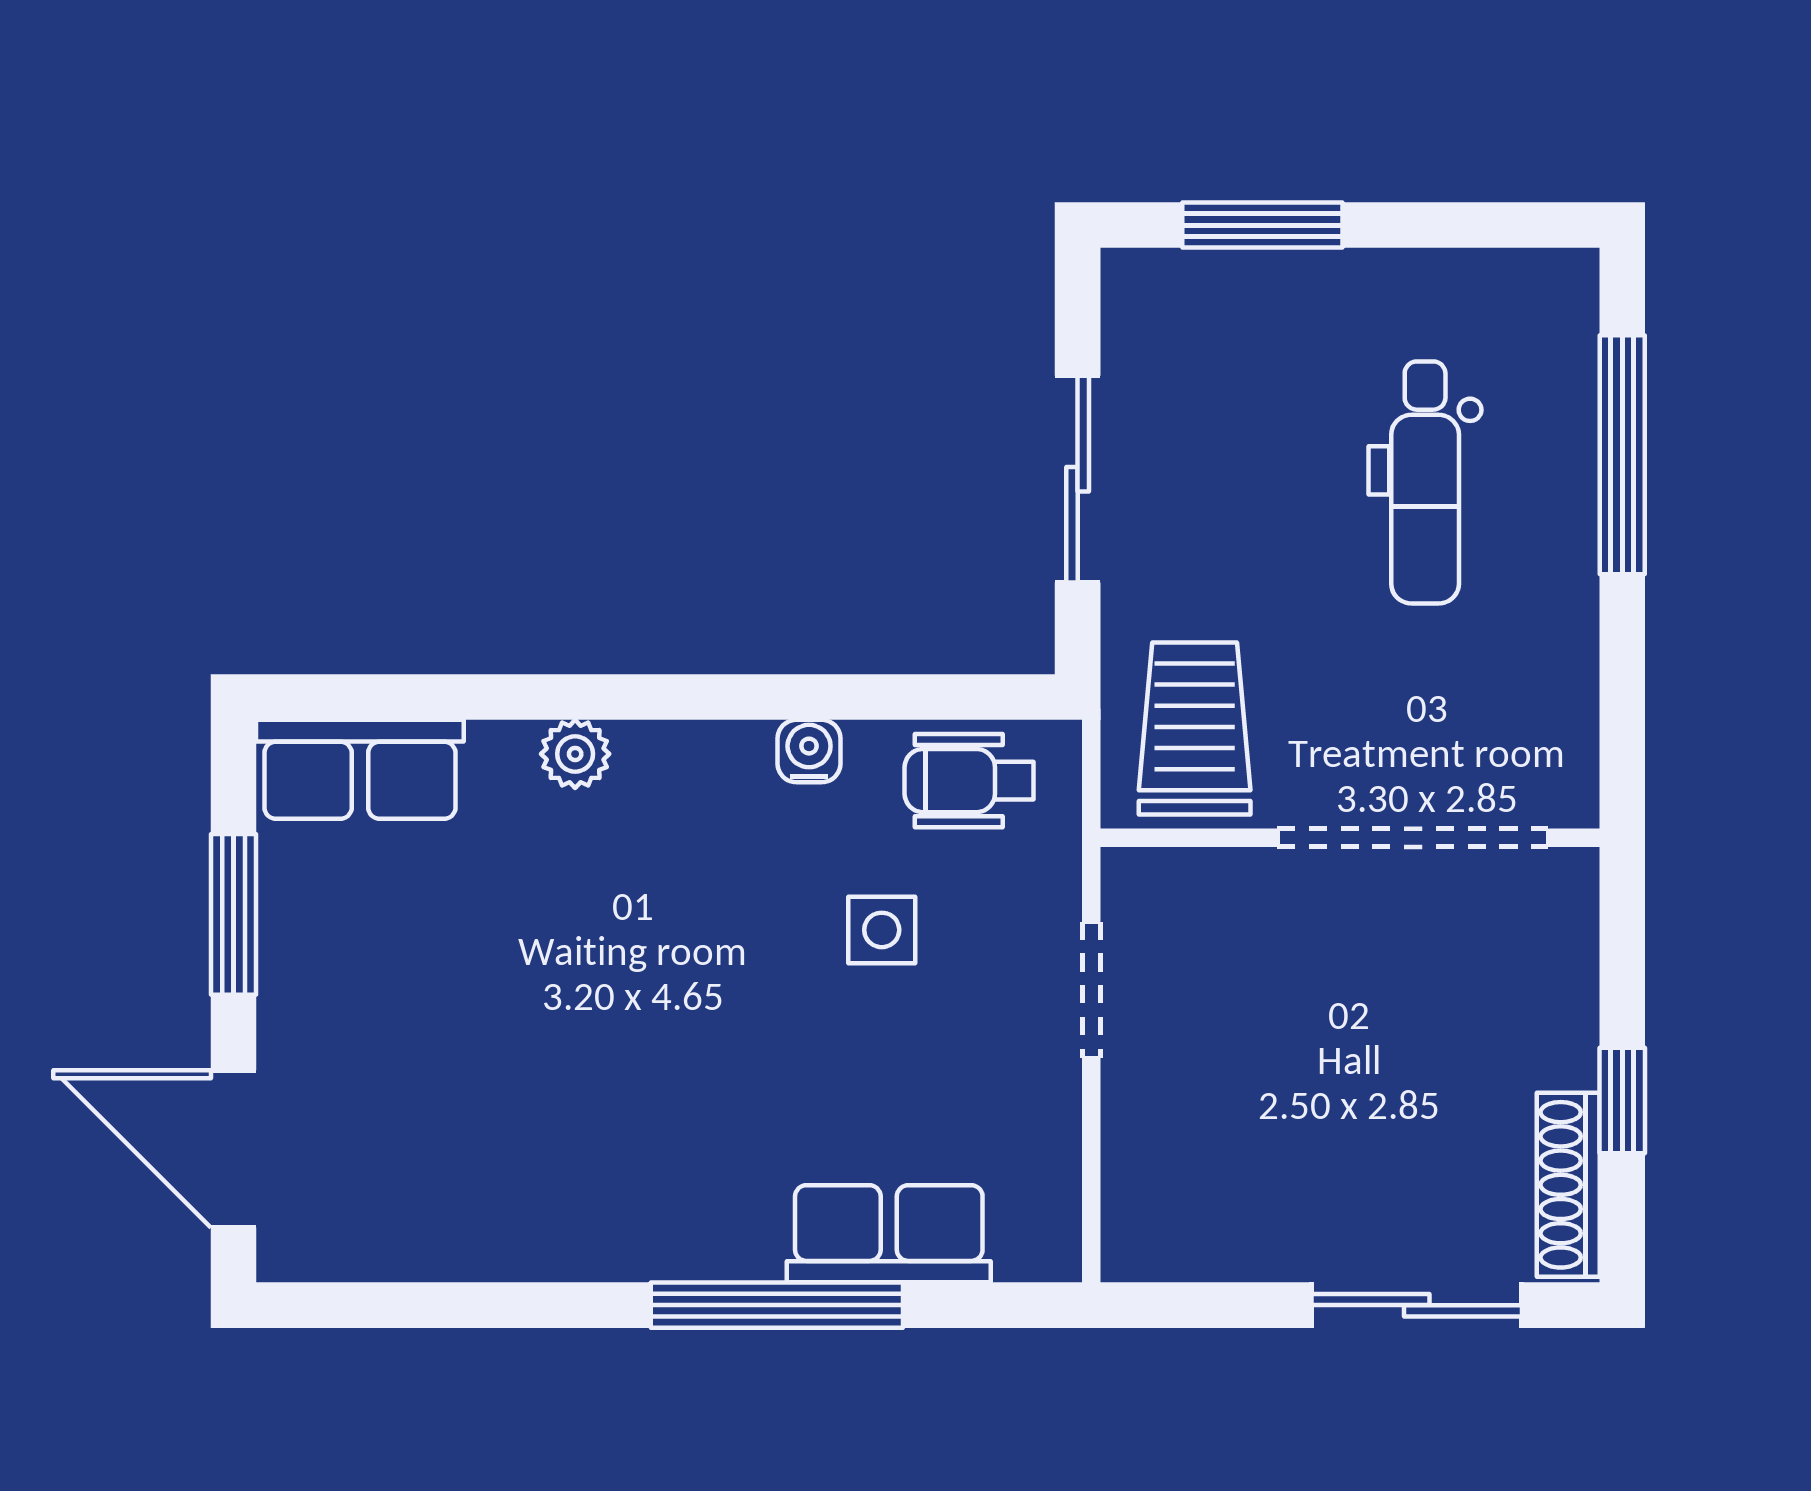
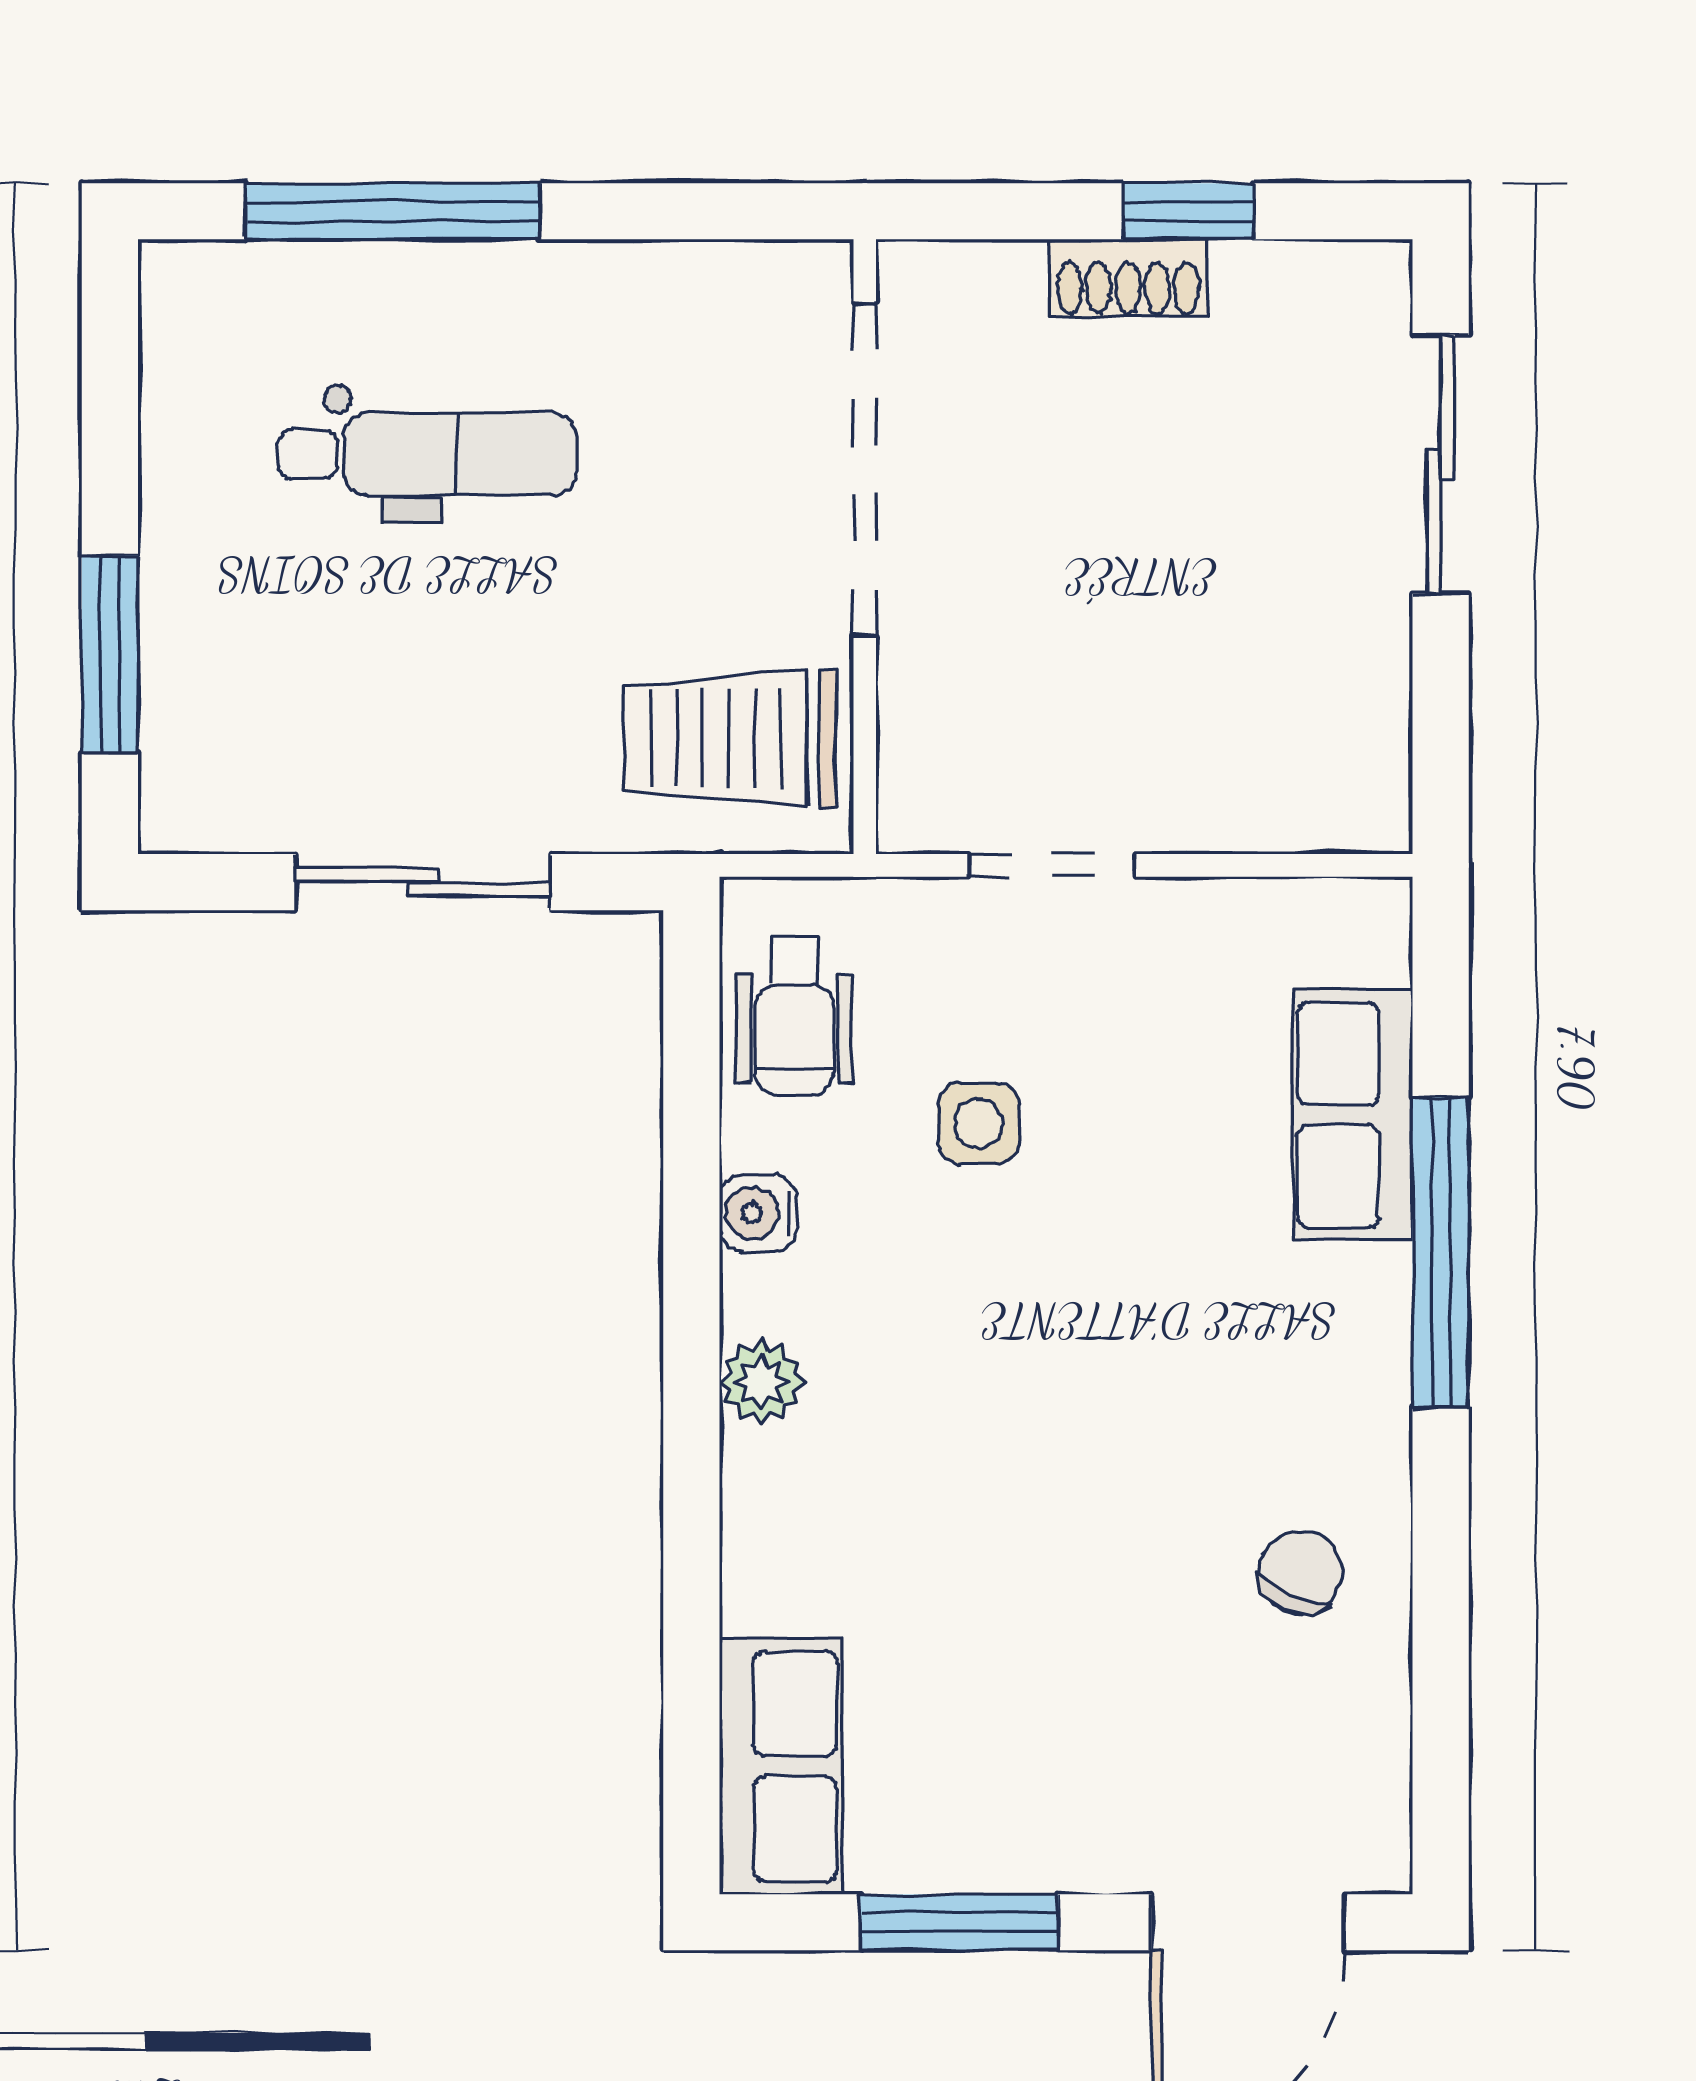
plant: (575, 754) -> (762, 1382), moved
shoe rack: (1568, 1185) -> (1128, 278), moved, width x0.70
chair: (517, 1192) -> (1301, 1572), added

